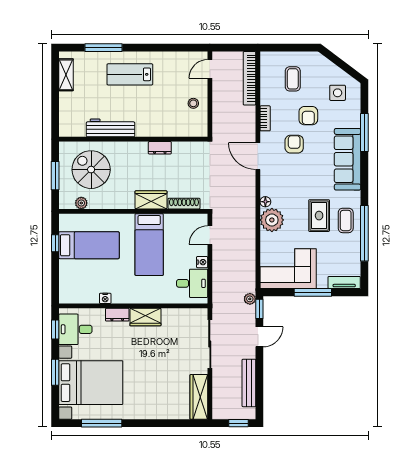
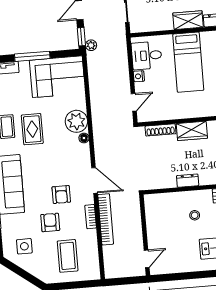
bookcase: (249, 78) -> (106, 219), moved
coffee table: (293, 79) -> (68, 256), width x1.36, depth x1.30
stool: (193, 103) -> (195, 215), moved
bed: (149, 245) -> (188, 62), moved, turned 180

